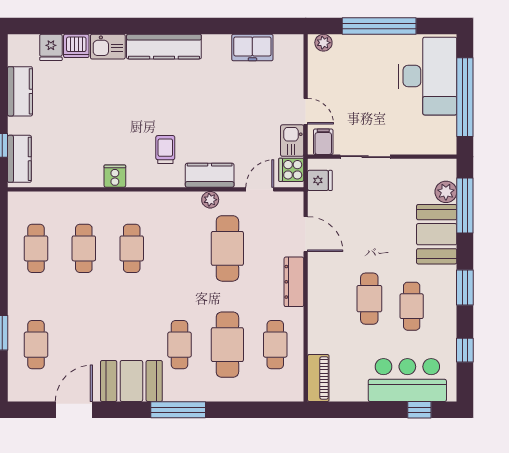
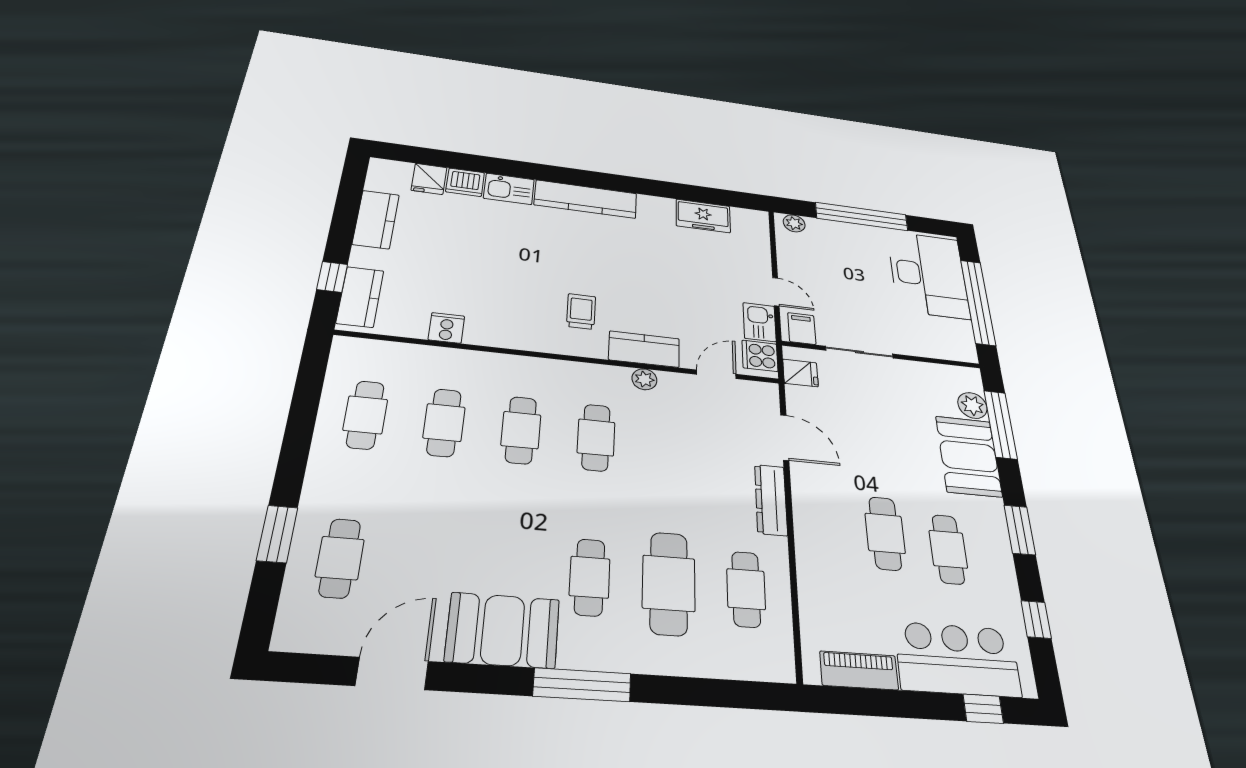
cooker: (115, 176) -> (446, 328), moved
cafe table: (227, 248) -> (596, 437), moved, width x0.73, depth x0.74
piano: (318, 378) -> (859, 670), moved, turned -90

